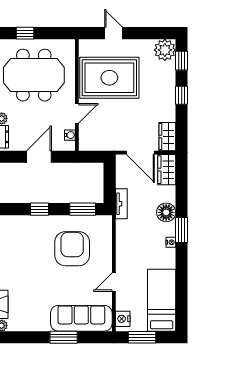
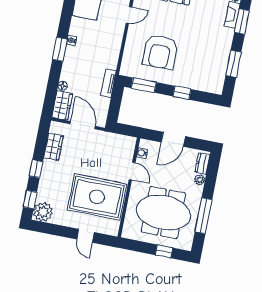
door: (77, 113) -> (132, 171), swing flipped
wardrobe: (167, 137) -> (54, 147), moved
floor lamp: (166, 212) -> (63, 86), moved, width x0.53, depth x0.53

